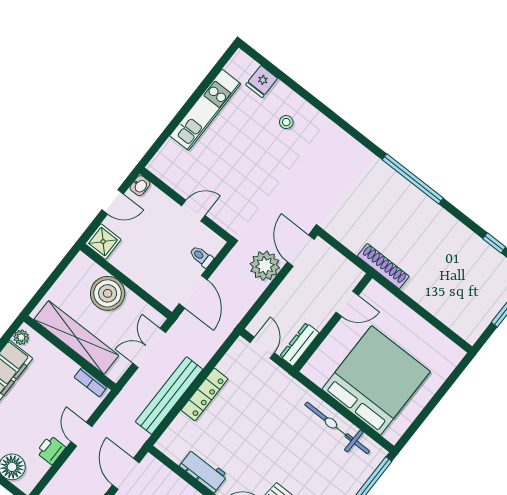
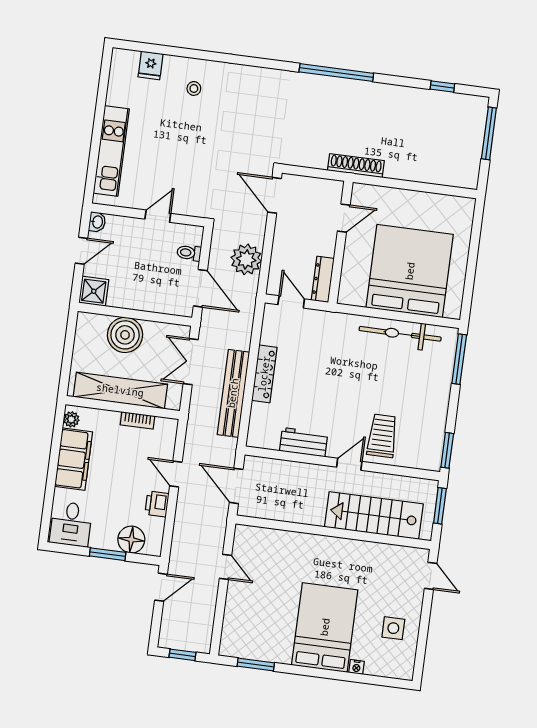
kitchen unit: (205, 110) -> (111, 151), moved
plant: (265, 266) -> (246, 259), moved
bookcase: (91, 382) -> (137, 420), moved

